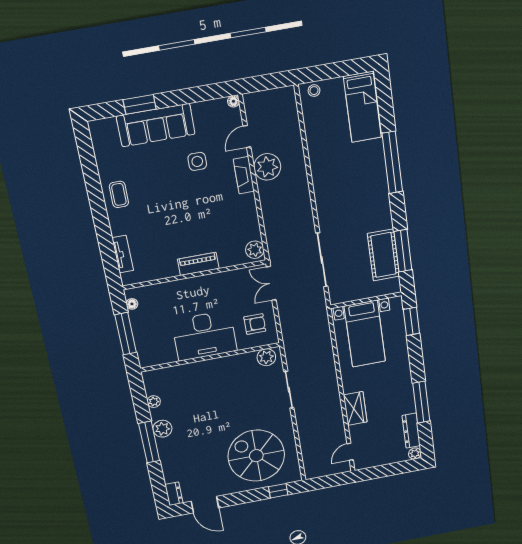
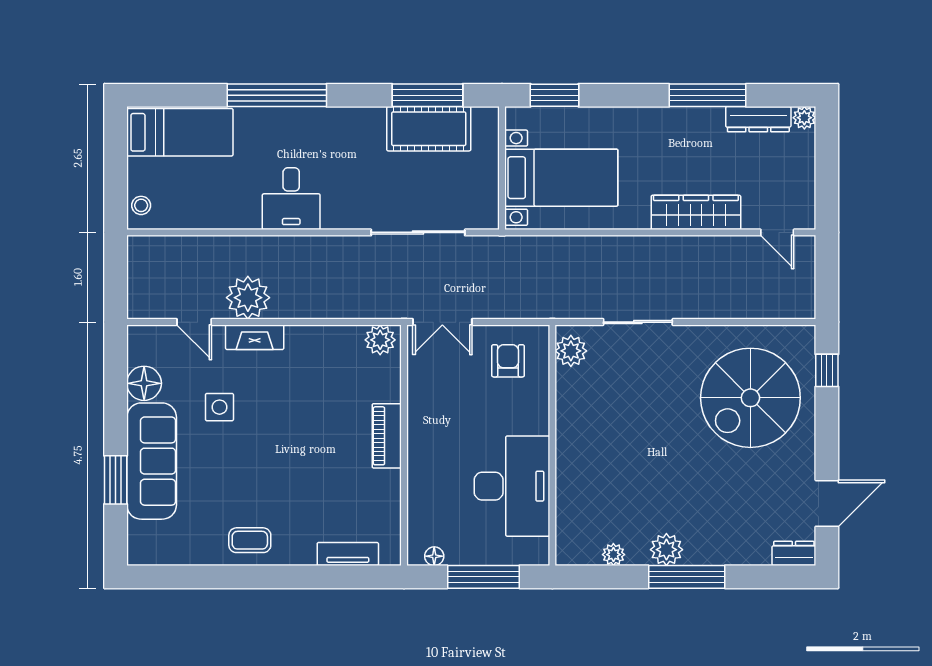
floor lamp: (233, 101) -> (144, 383), moved, width x1.89, depth x1.89
desk: (331, 182) -> (291, 199), added
desk: (204, 336) -> (512, 486), moved
wardrobe: (355, 408) -> (696, 212), width x1.50

